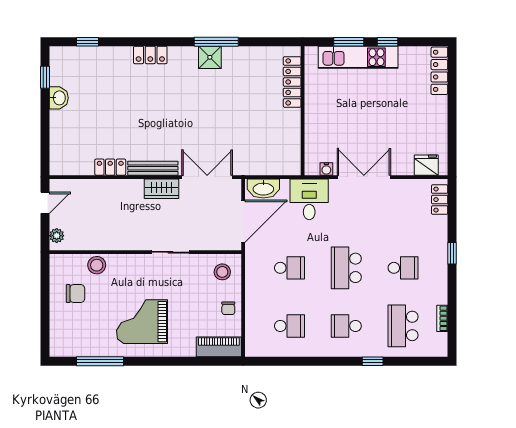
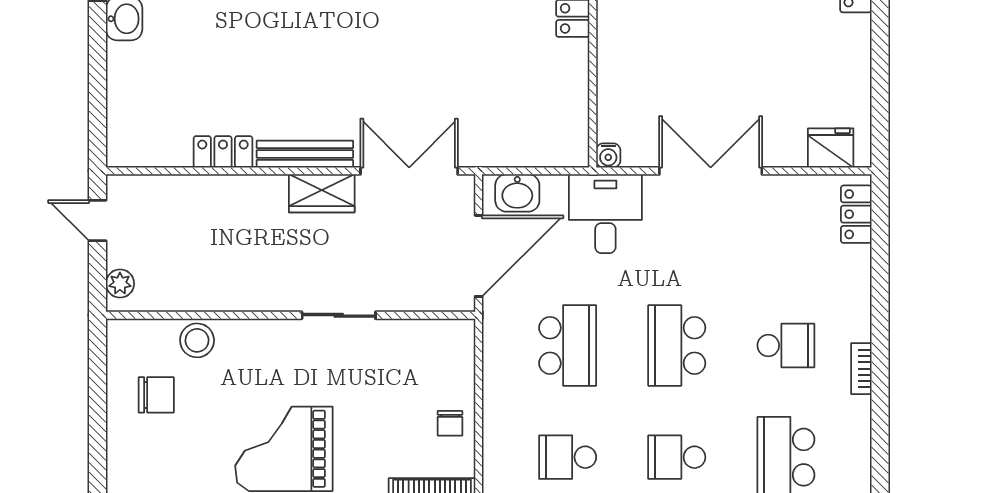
water cooler: (326, 169) -> (608, 155), moved
washbasin: (263, 188) -> (517, 193), width x0.72
door: (45, 203) -> (97, 221), swing flipped
window: (452, 253) -> (880, 317), removed
school desk: (290, 268) -> (568, 345), width x1.85
stool: (222, 272) -> (438, 353), removed
bookcase: (442, 318) -> (861, 369), moved
school desk: (290, 326) -> (568, 457), turned 180

